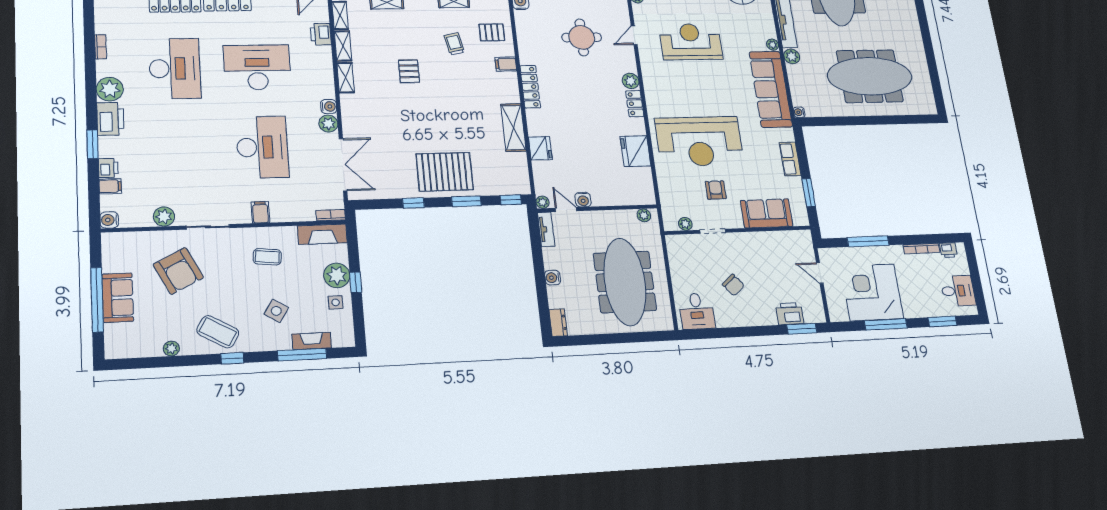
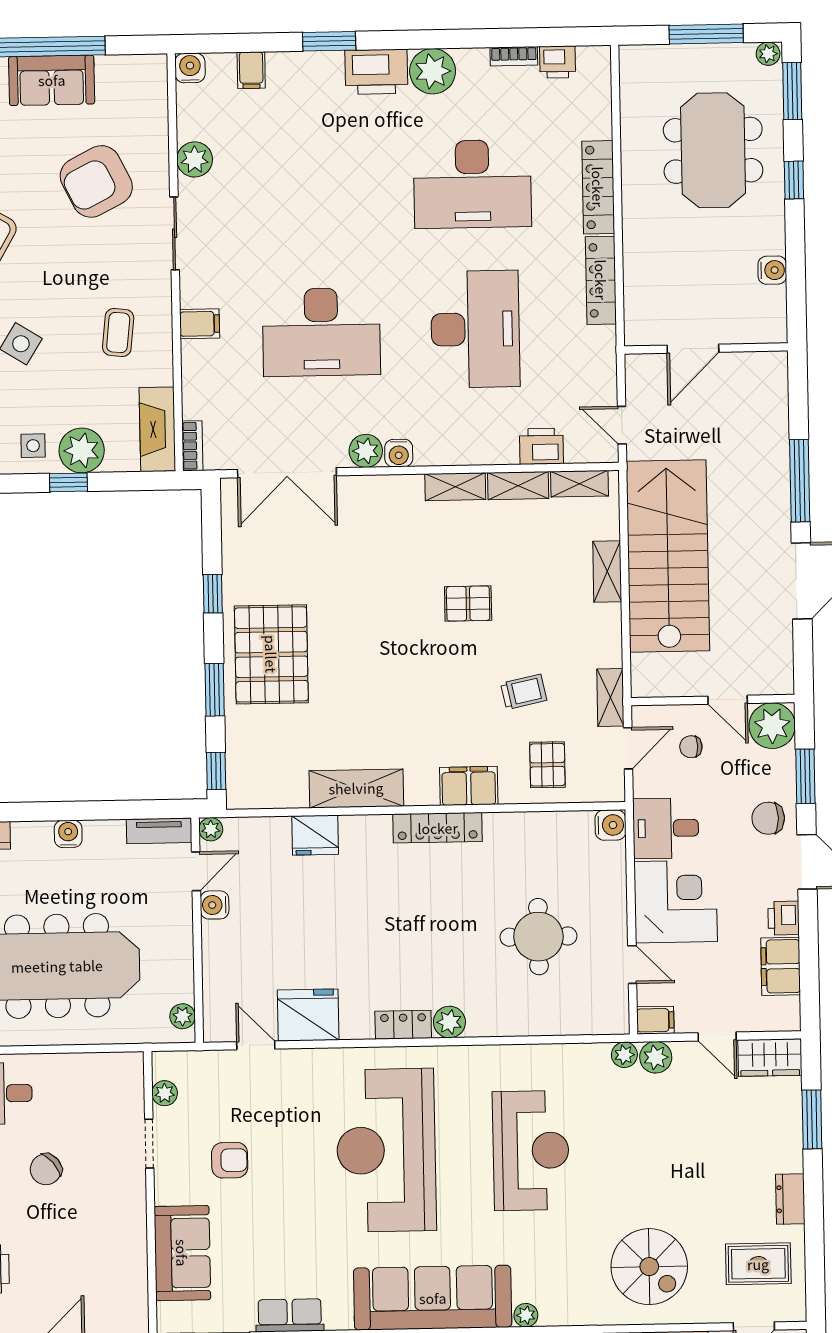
door: (634, 35) -> (256, 1045), moved
filing cabinet: (506, 64) -> (469, 786), width x2.00
reception desk: (699, 141) -> (386, 1150), moved
printer: (108, 168) -> (558, 62), moved

